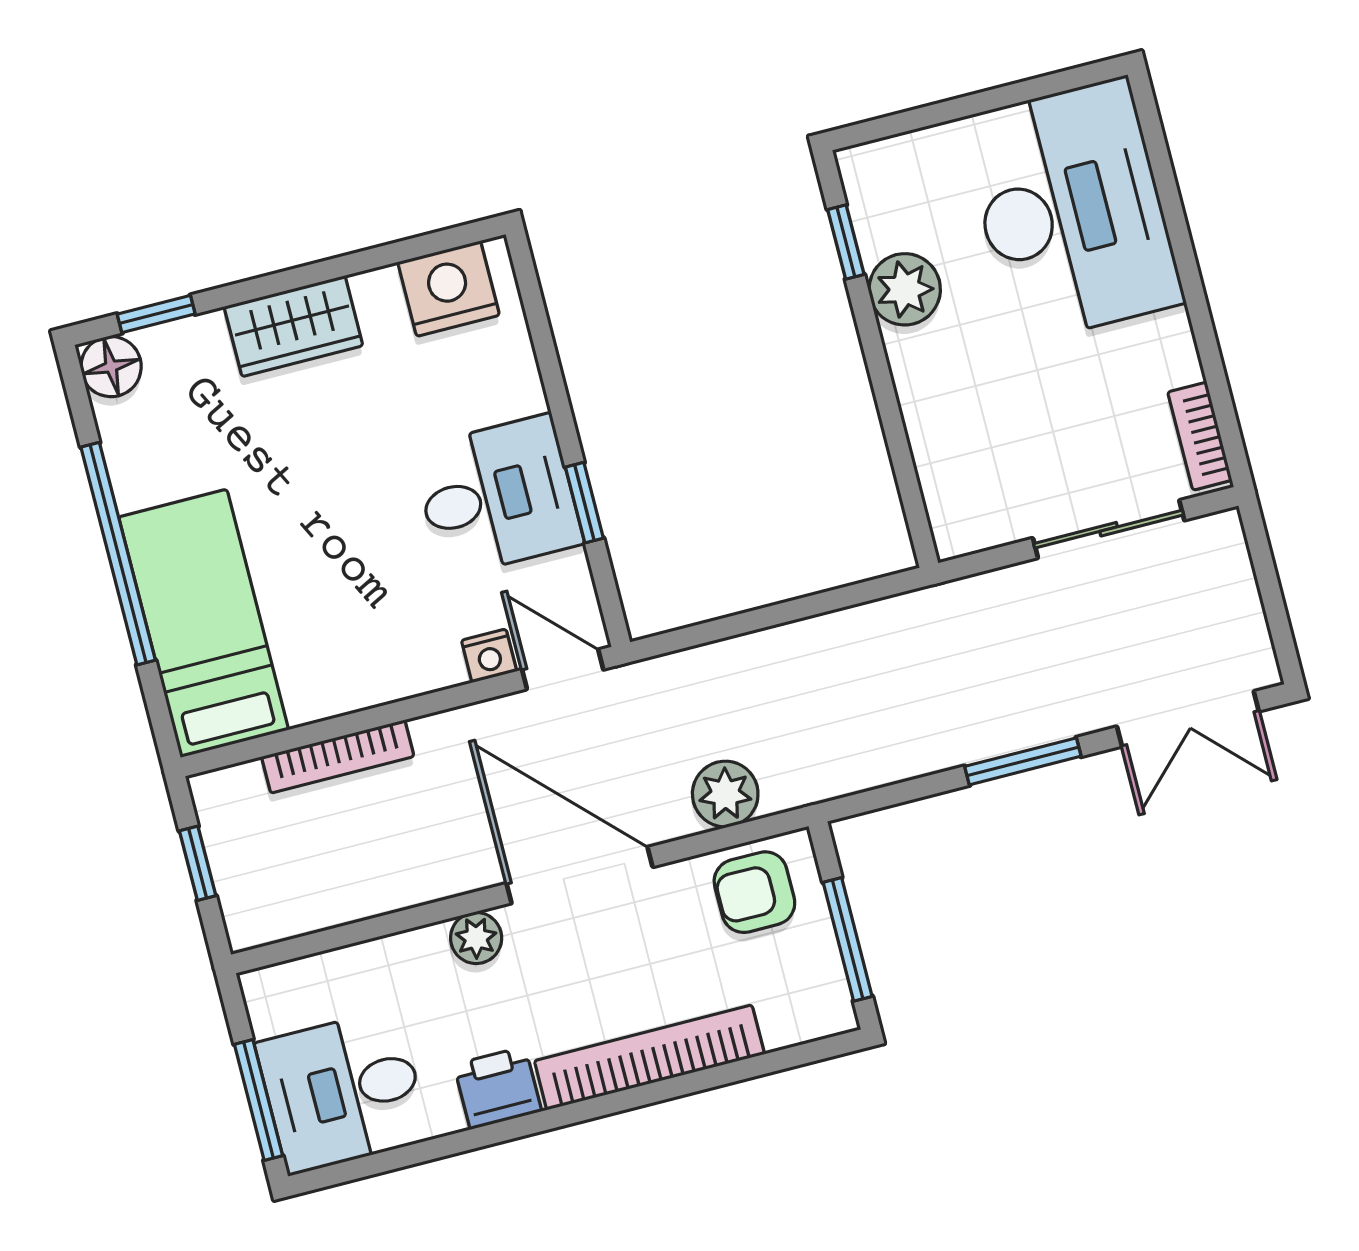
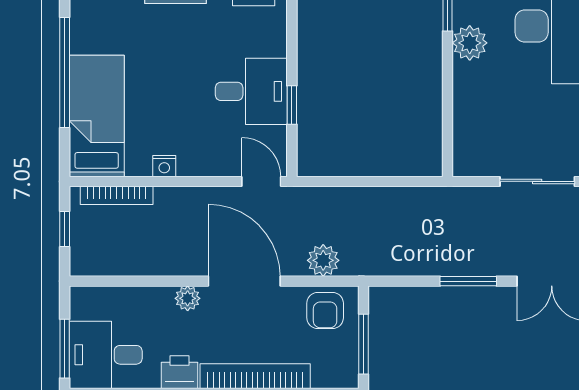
nightstand: (489, 656) -> (164, 166), moved
bookcase: (338, 757) -> (117, 195), moved
armchair: (754, 892) -> (325, 310), turned -90

